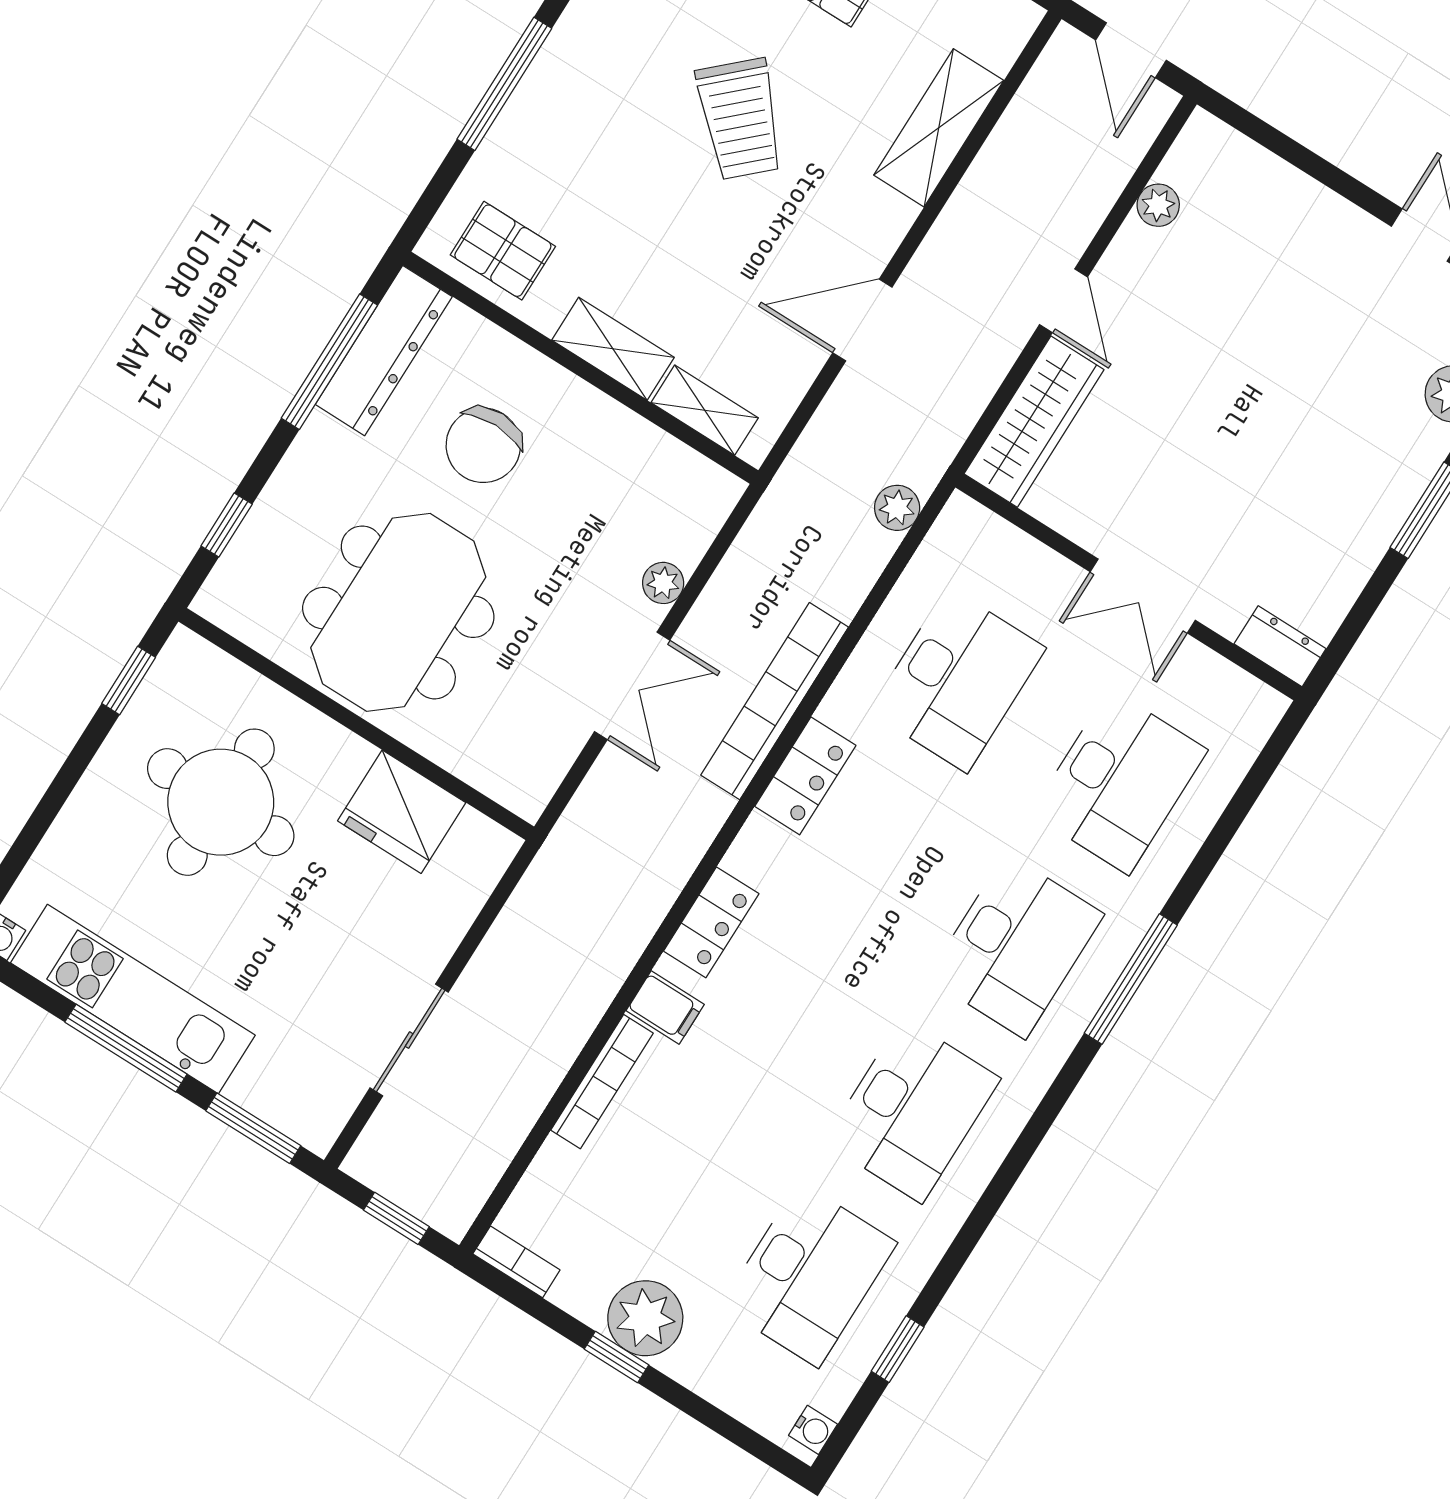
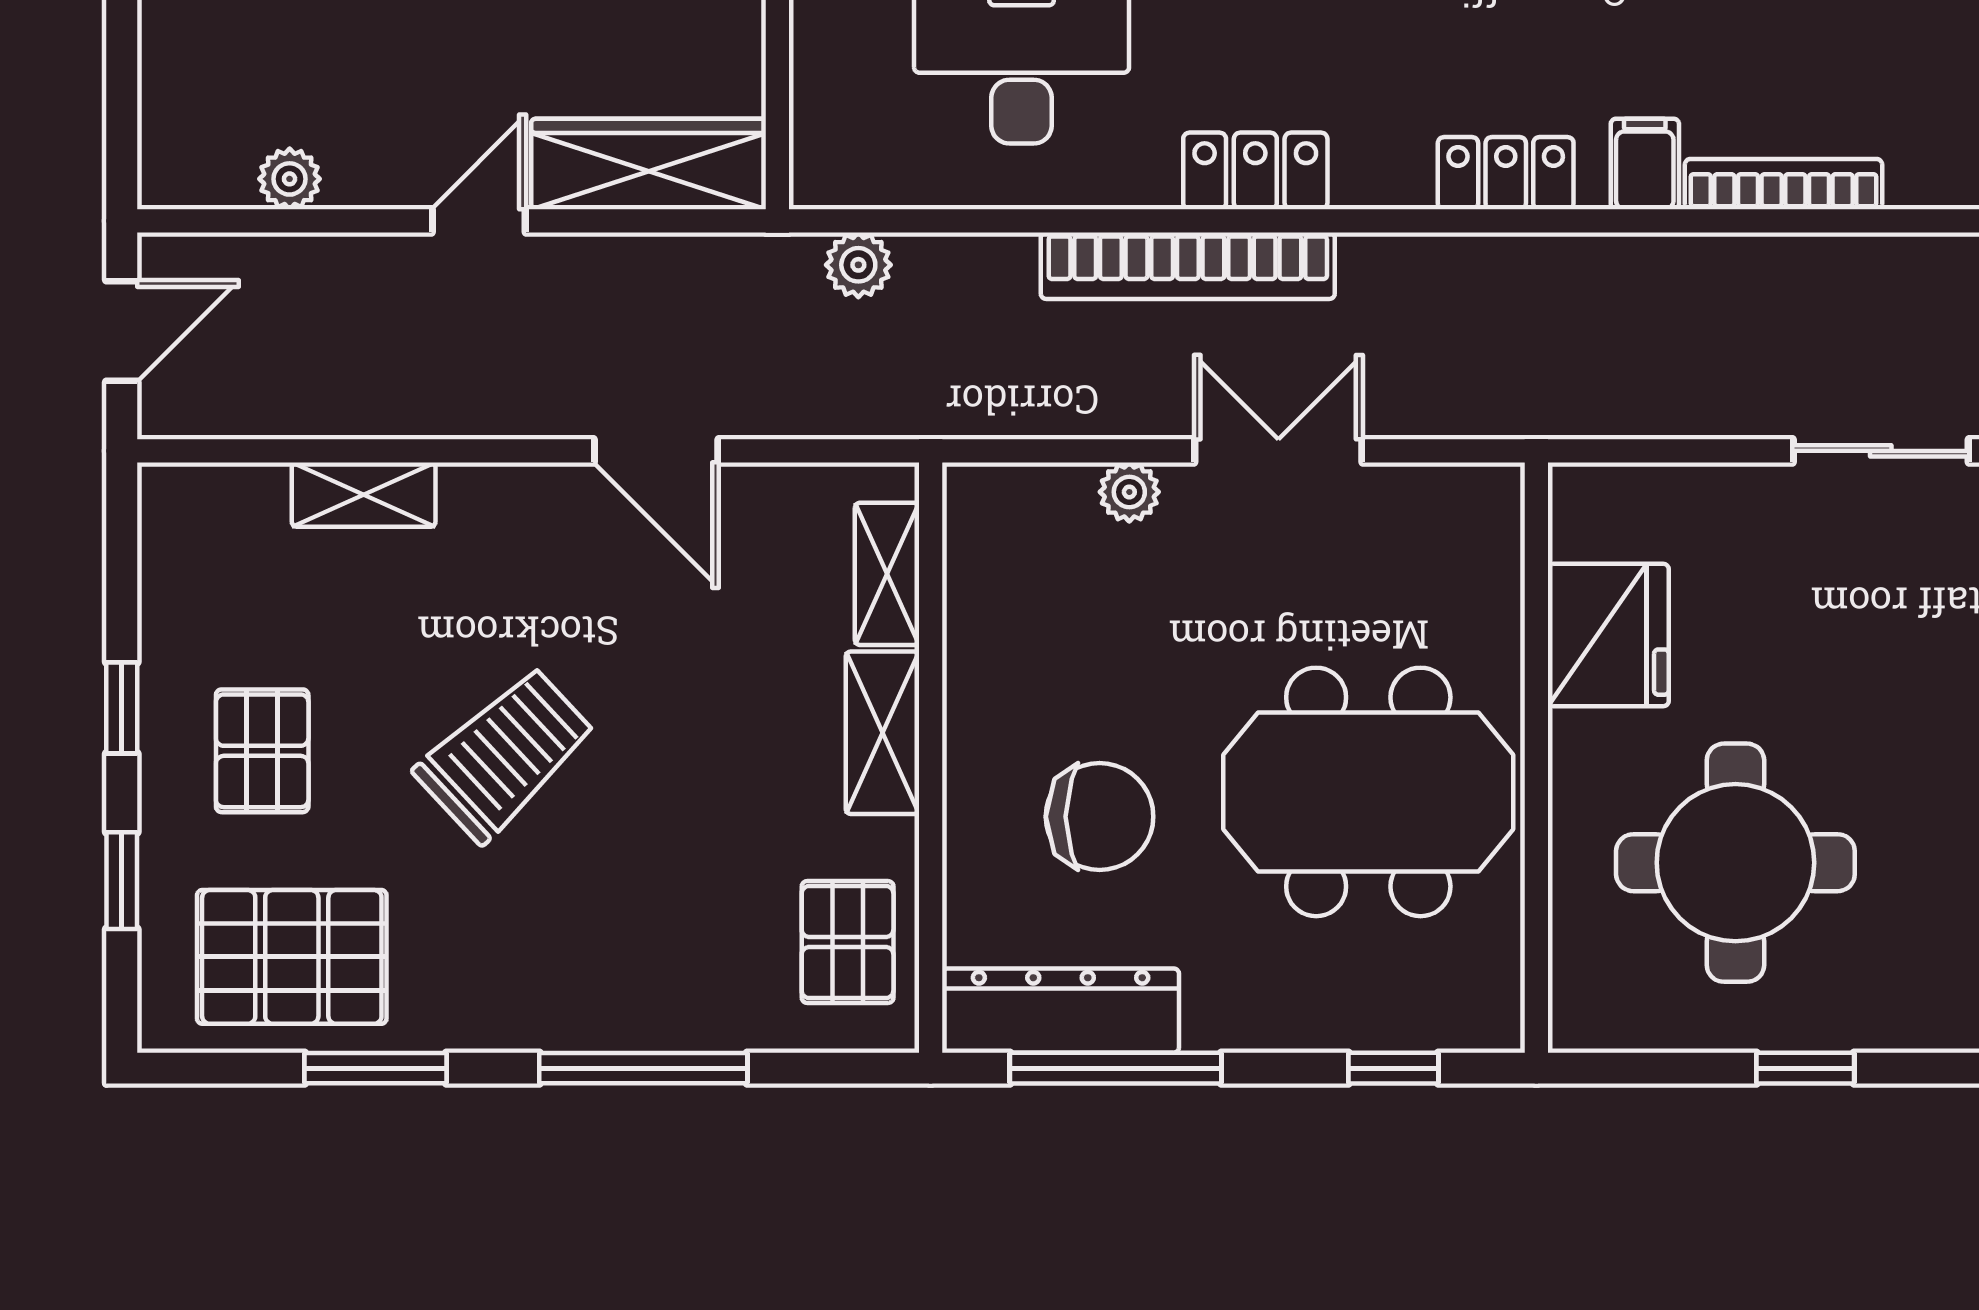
shelving: (939, 128) -> (364, 495), width x0.67, depth x0.75
window: (129, 680) -> (1805, 1068), moved

